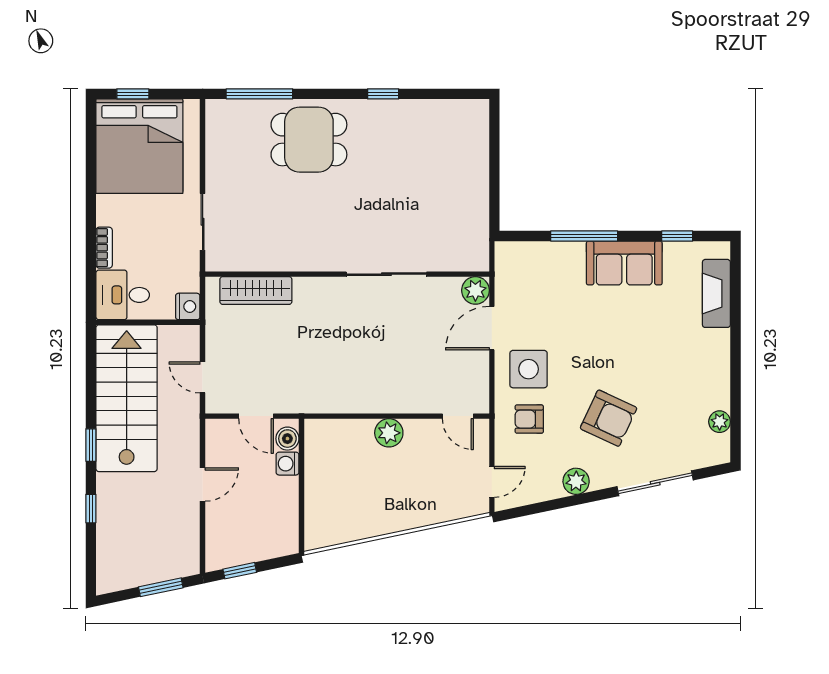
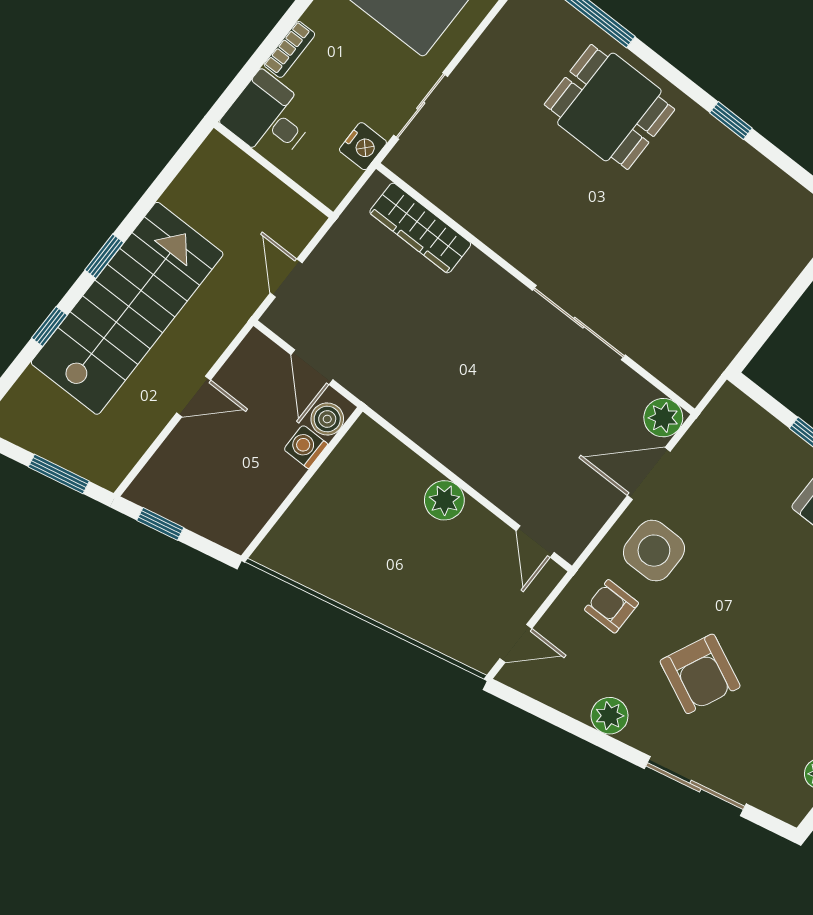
nightstand: (188, 306) -> (363, 146), moved
stairs: (127, 398) -> (127, 308), moved

